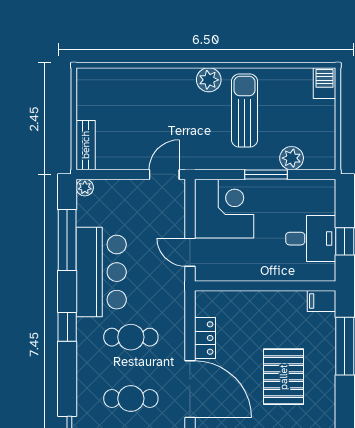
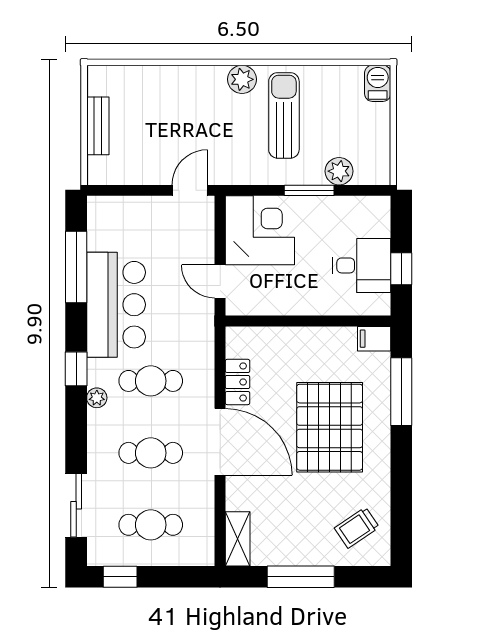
bench: (86, 145) -> (98, 126), moved
plant: (85, 188) -> (97, 398), moved
pallet: (284, 377) -> (330, 427), width x1.37, depth x1.41

